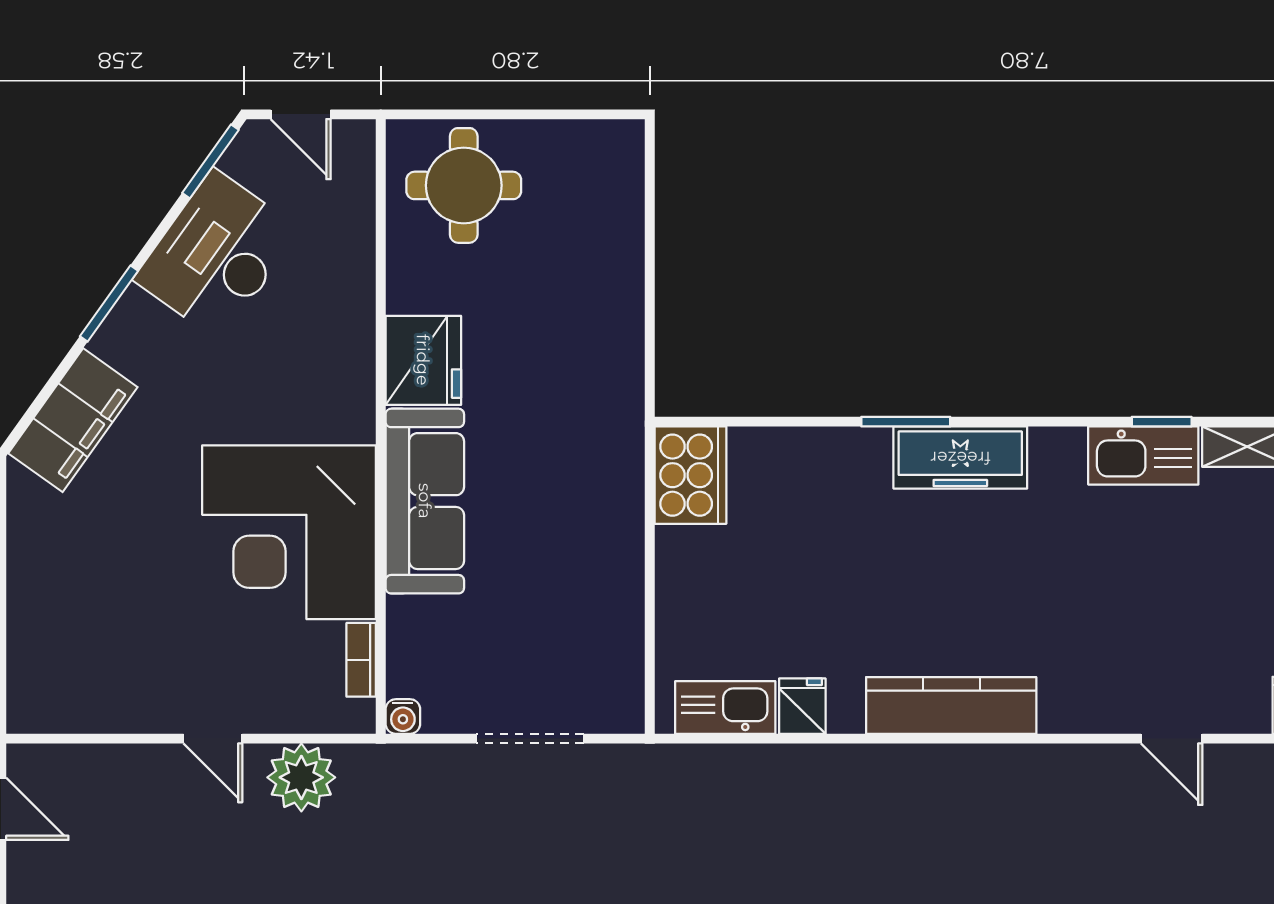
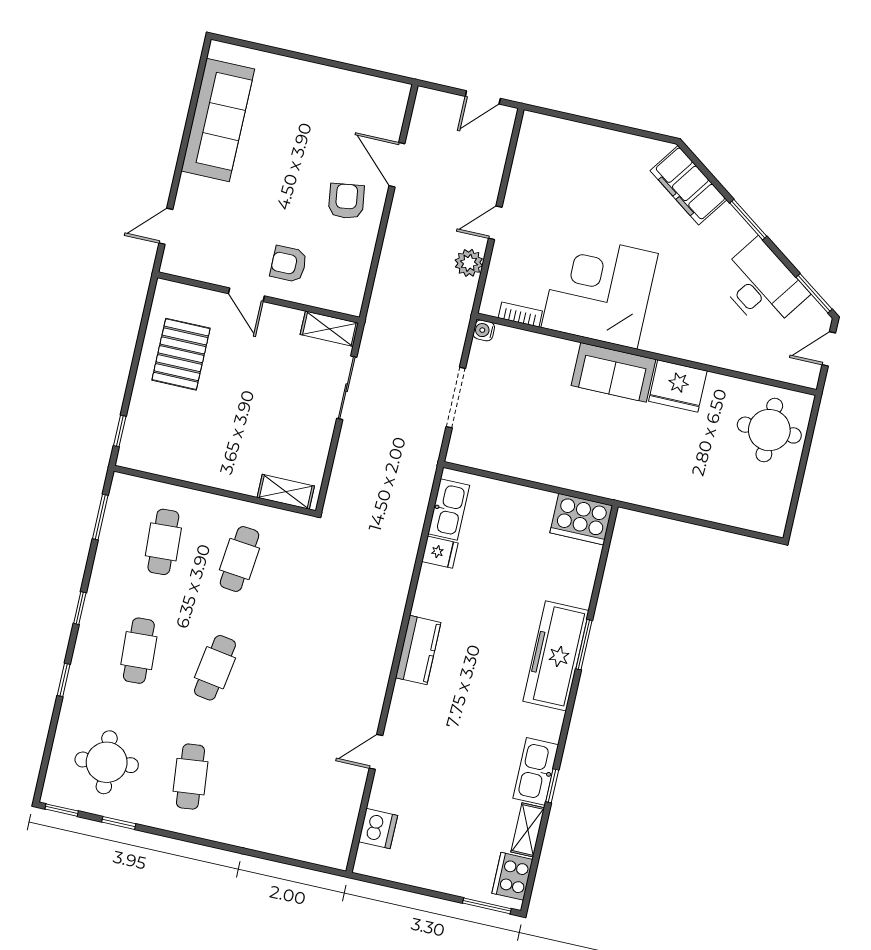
freezer: (960, 458) -> (556, 656), width x1.36, depth x1.26
sofa: (425, 501) -> (613, 372), width x0.73
kitchen counter: (951, 705) -> (418, 650), width x0.67
plant: (301, 777) -> (469, 263), width x0.73, depth x0.73

